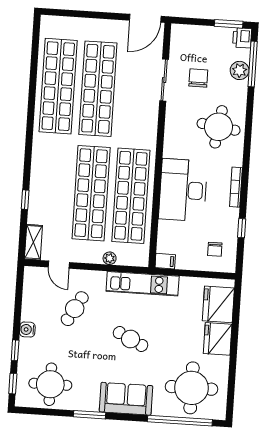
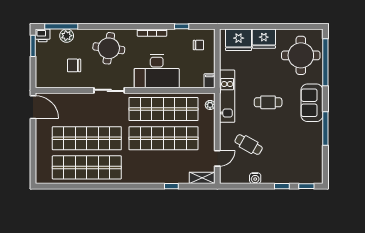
sliding door: (164, 80) -> (109, 90), moved
plant: (110, 258) -> (210, 105), moved
water cooler: (27, 330) -> (255, 178), moved
cafe table: (131, 339) -> (268, 102), turned 64
round table: (50, 384) -> (305, 159), removed
window: (90, 415) -> (325, 129), width x1.44

